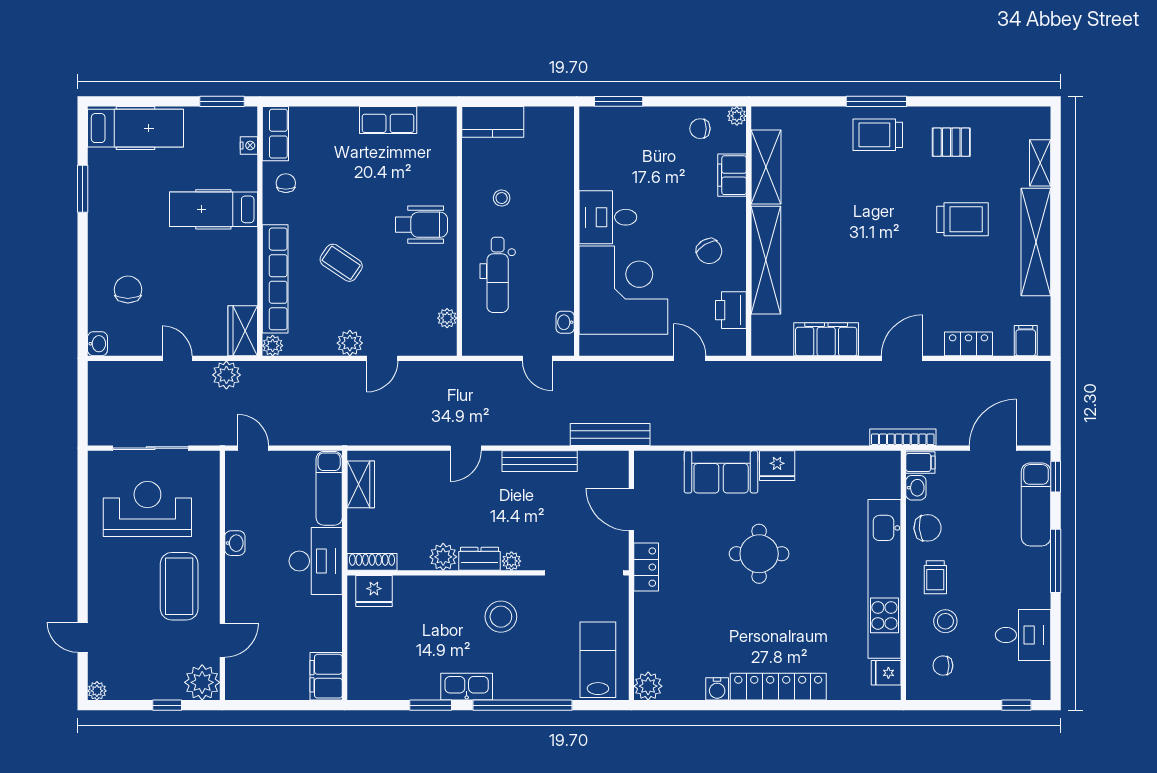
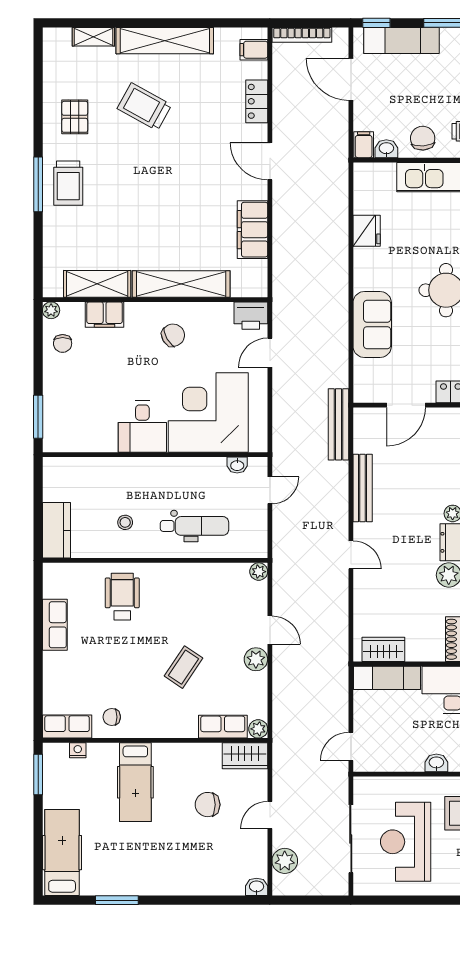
trolley: (963, 219) -> (144, 107), turned -61
wheelchair: (421, 225) -> (122, 597), moved
row of seats: (275, 279) -> (223, 727), width x0.50
chair: (128, 290) -> (208, 805), moved
printer: (731, 310) -> (251, 316), moved
plant: (447, 318) -> (259, 572), moved
plant: (226, 375) -> (285, 861), moved
bookcase: (903, 437) -> (302, 35), moved, turned -90
fridge: (777, 466) -> (367, 231), moved

